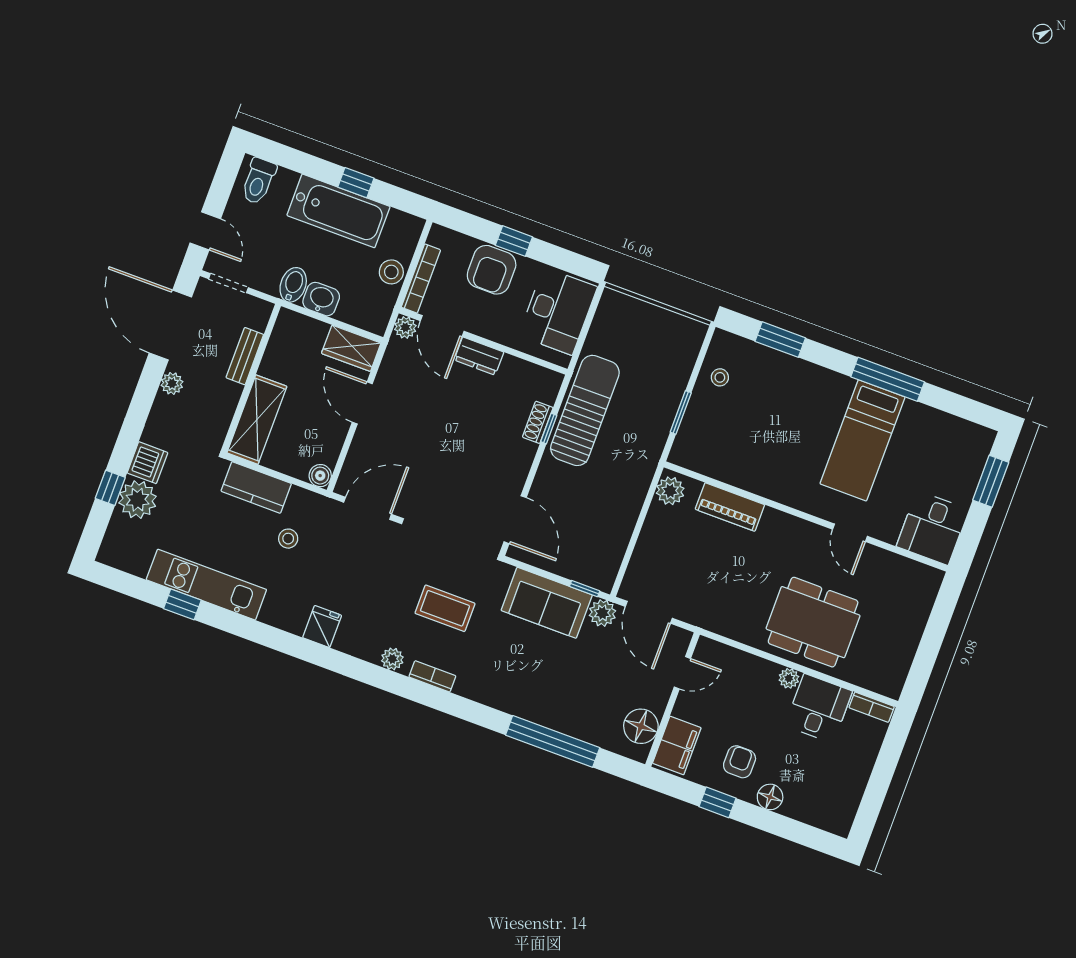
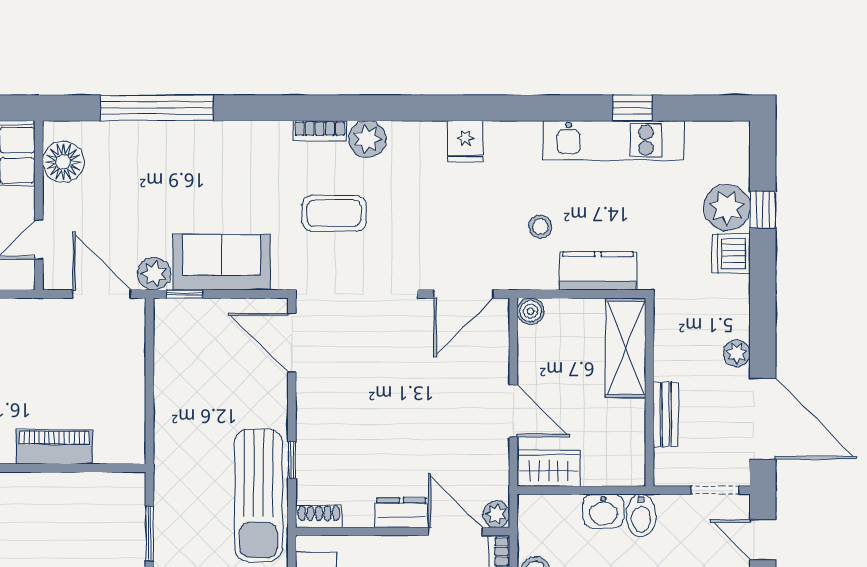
shoe rack: (538, 422) -> (319, 516), moved, turned -90
plant: (670, 491) -> (129, 440), removed
plant: (392, 659) -> (367, 139), width x1.38, depth x1.38

